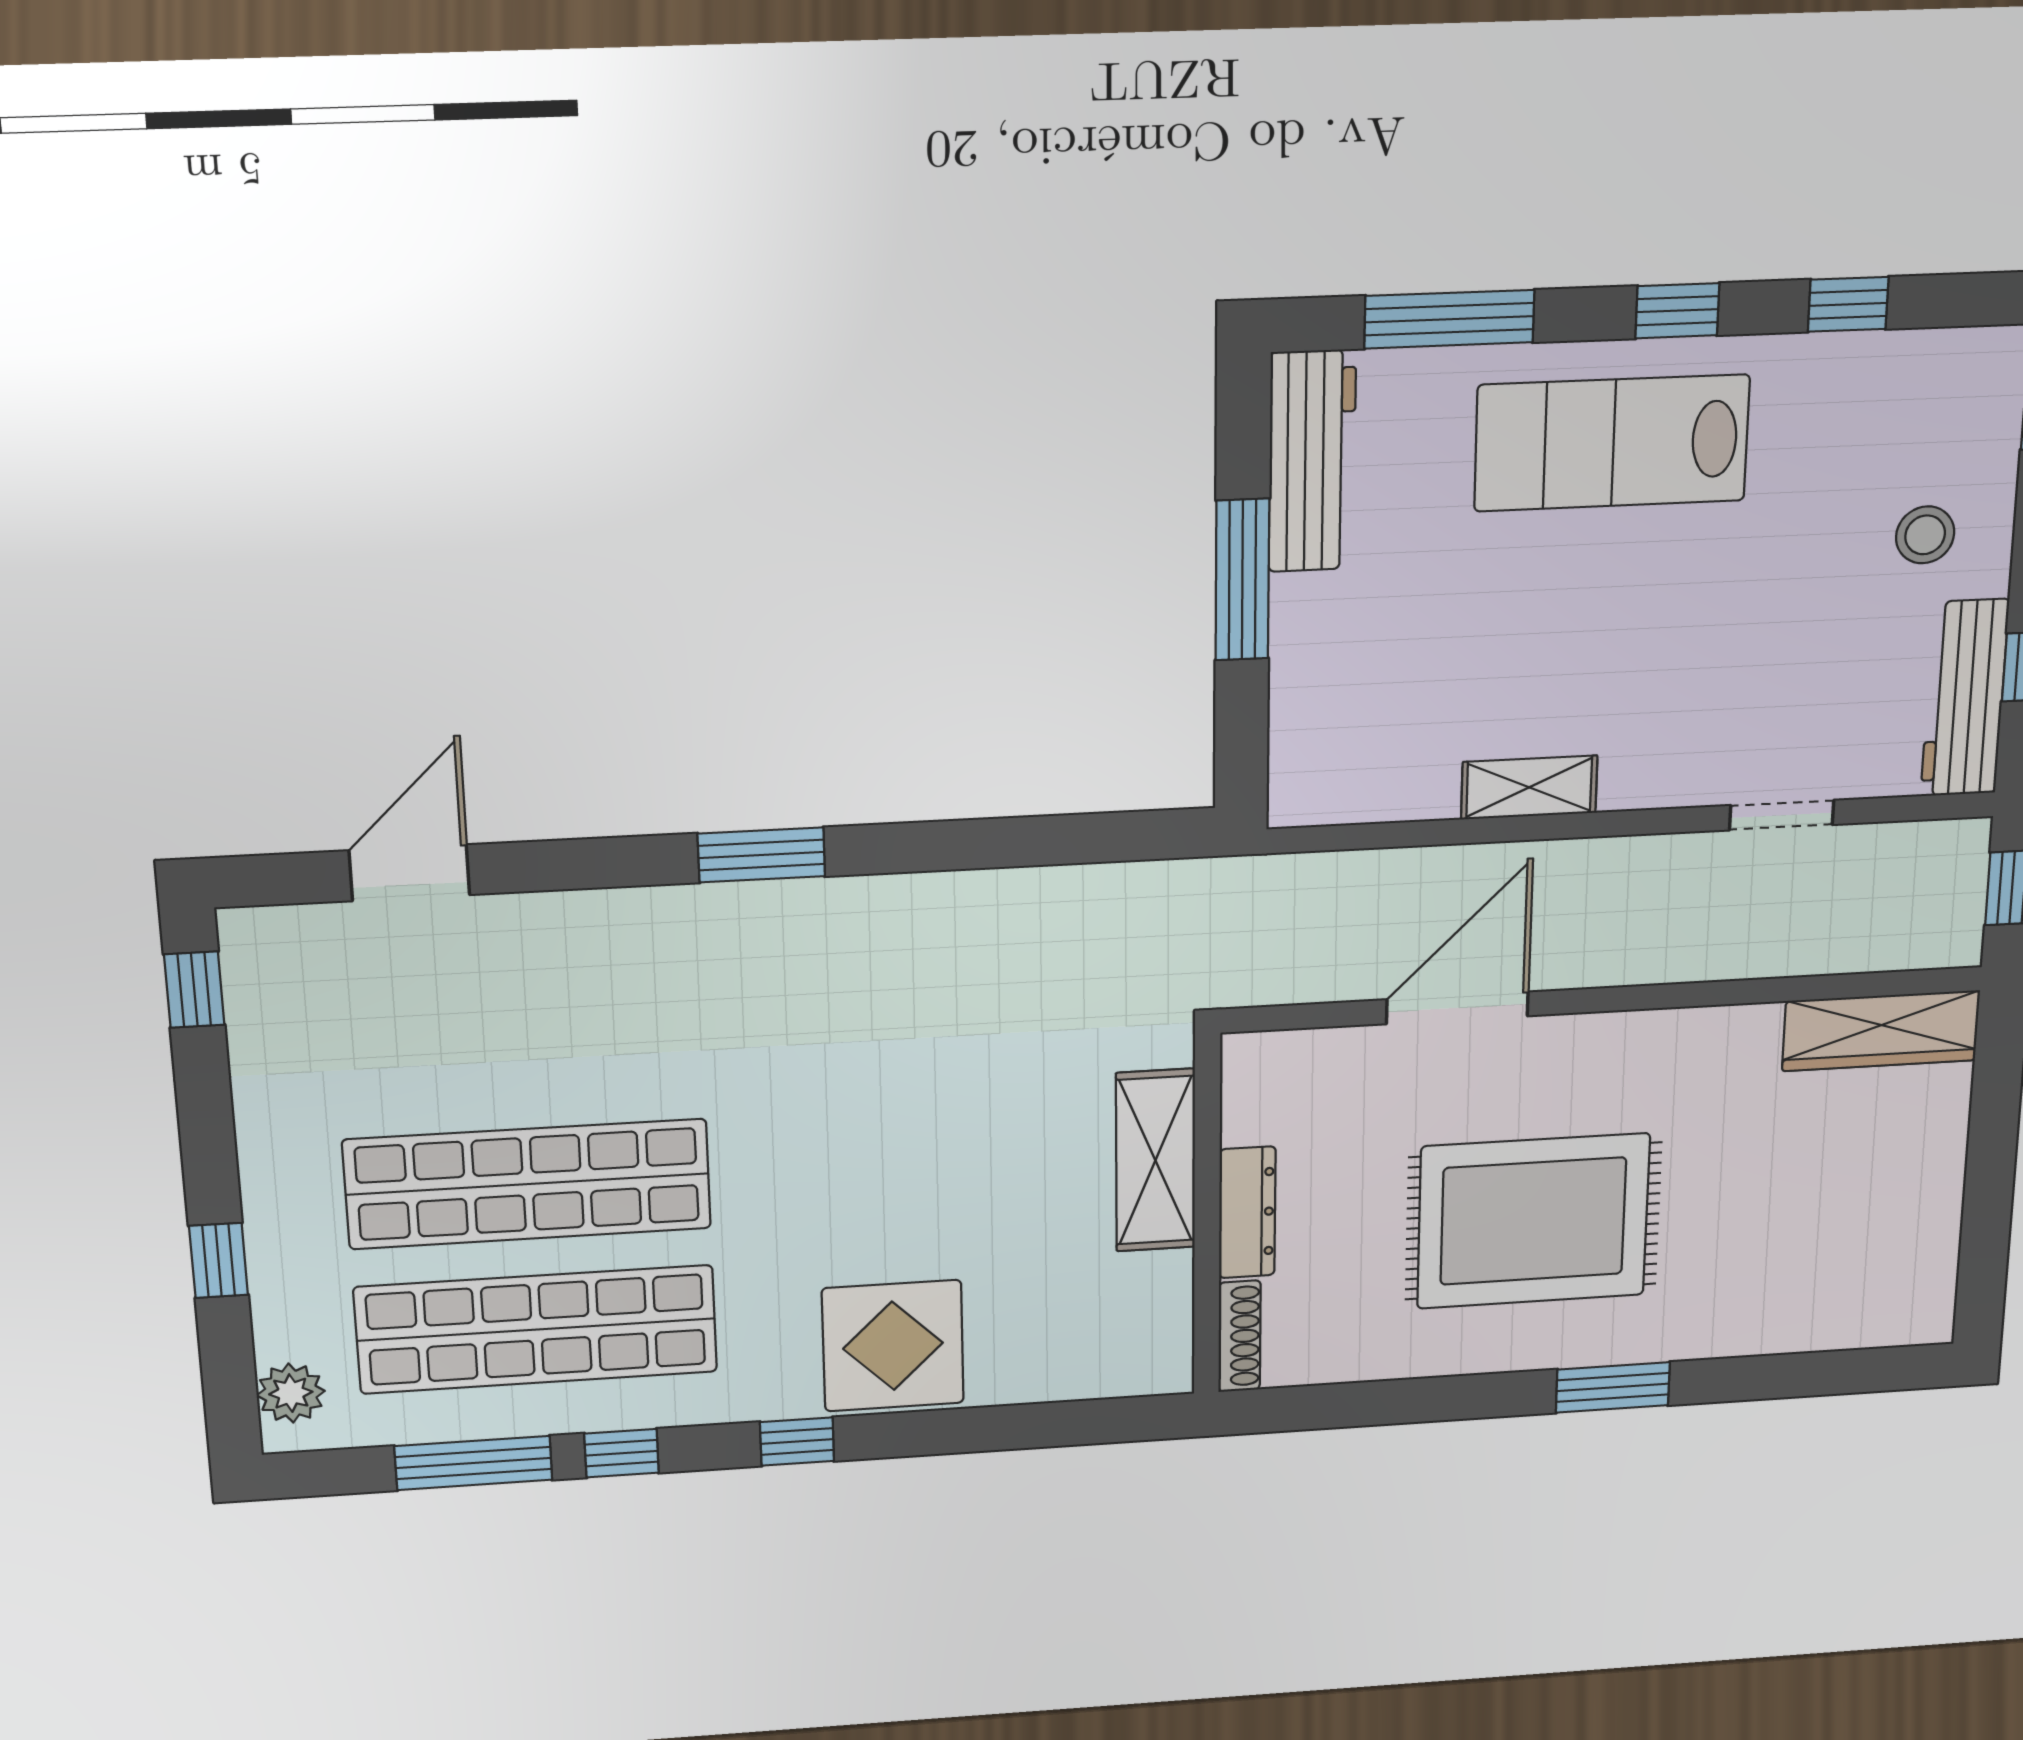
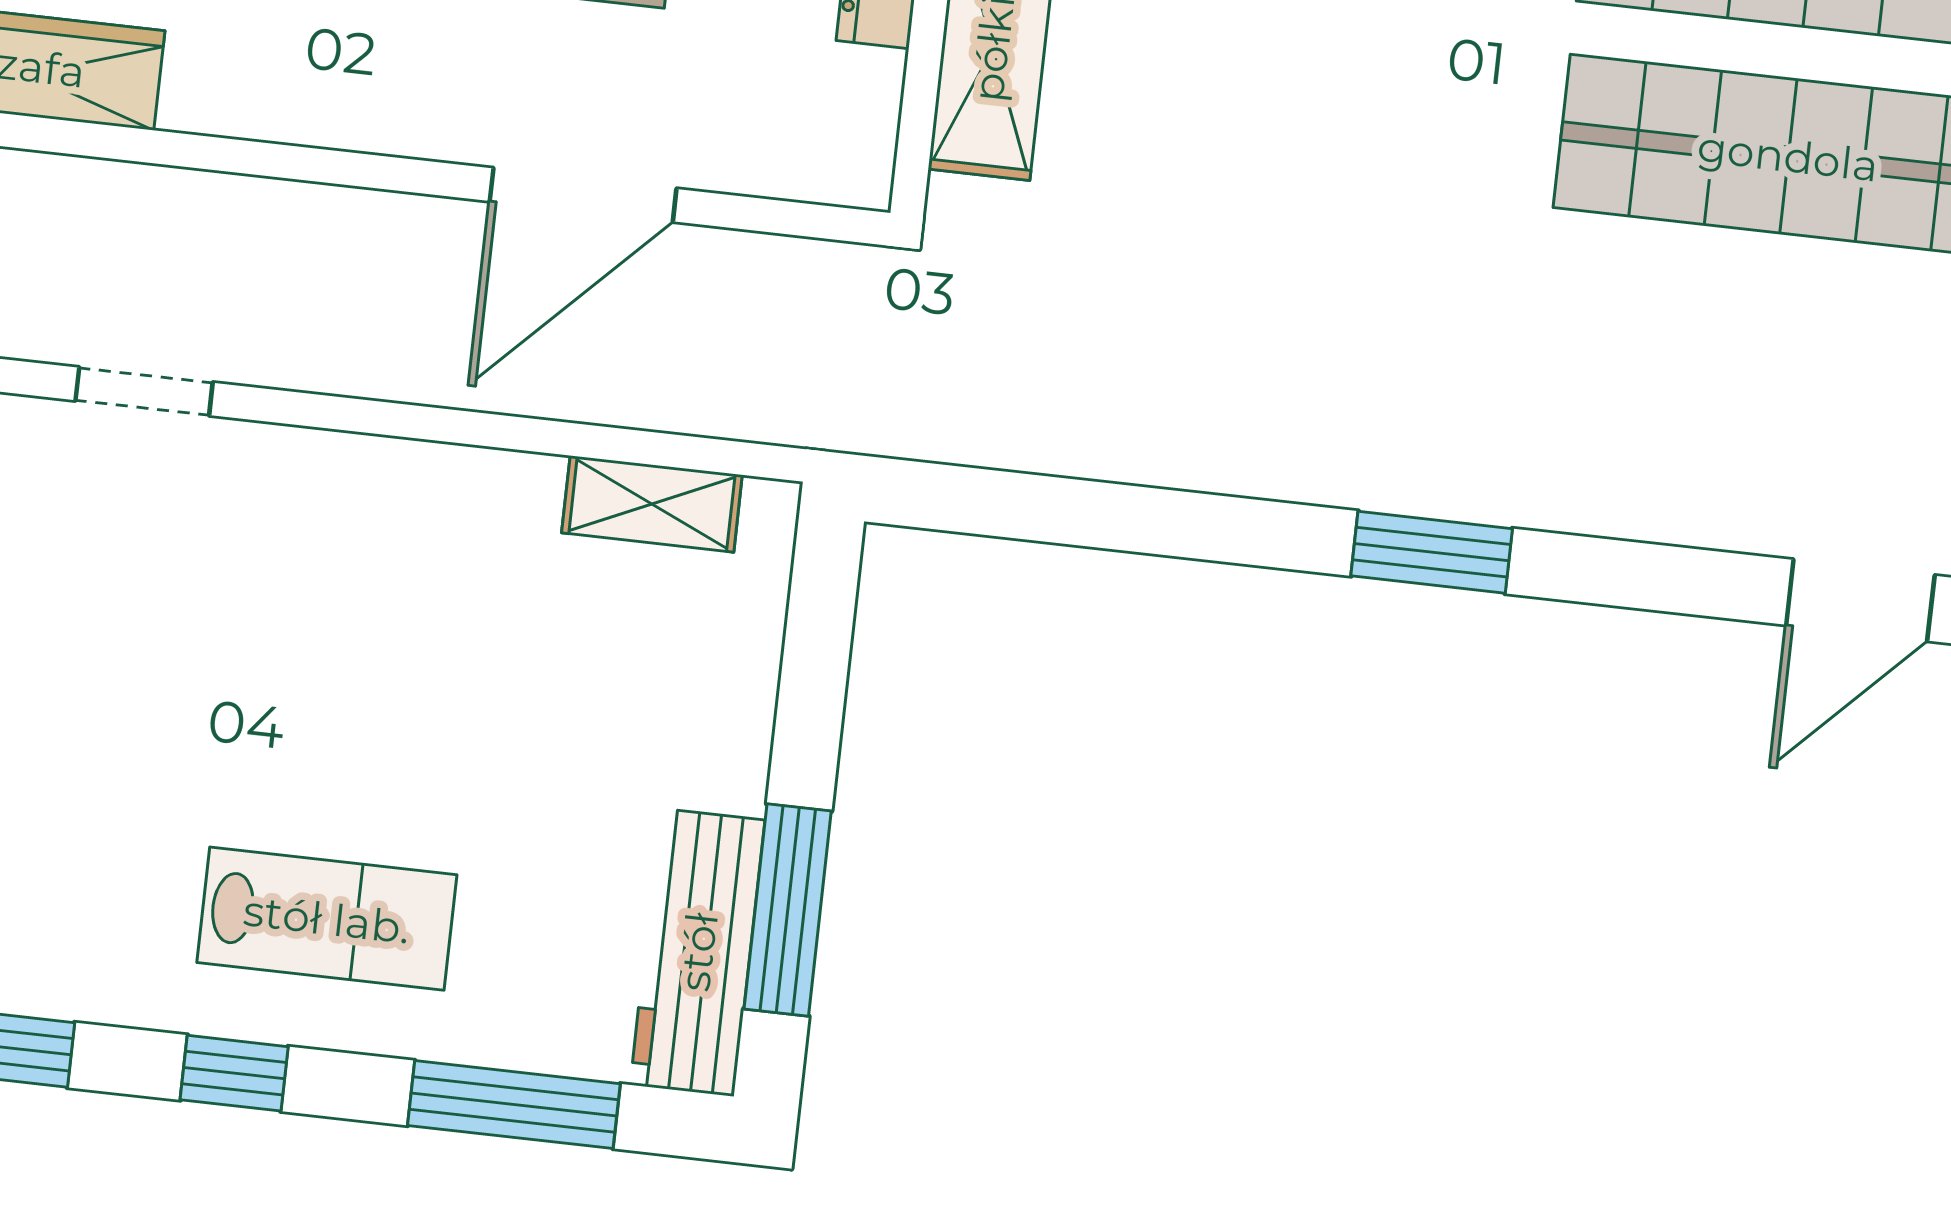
lab bench: (1612, 443) -> (327, 919), width x0.73, depth x0.72
window: (1242, 580) -> (788, 910), moved
shelving: (1529, 787) -> (652, 504), moved

